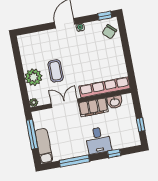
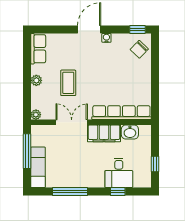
row of seats: (25, 47) -> (38, 49), added
plant: (33, 77) -> (36, 80), width x0.53, depth x0.53
desk: (98, 140) -> (119, 173), moved

